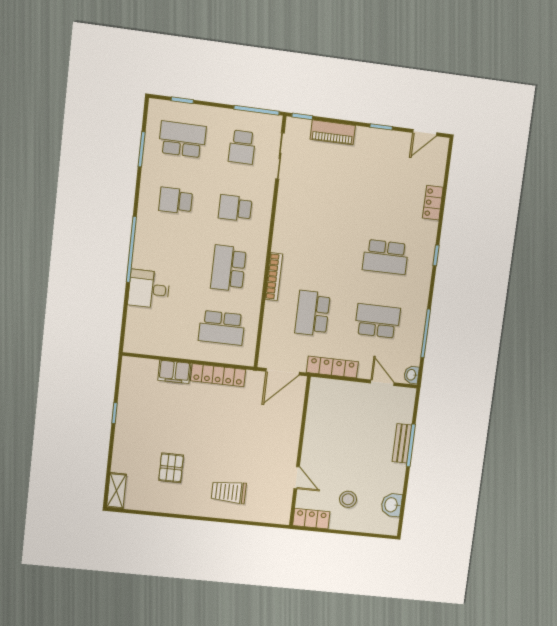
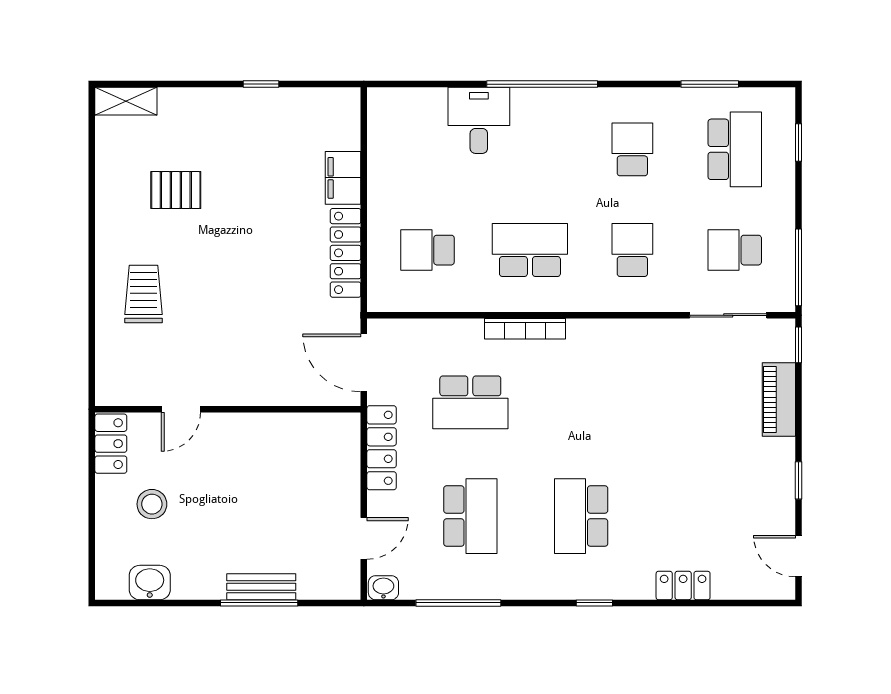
school desk: (313, 313) -> (470, 402), turned 180
school desk: (222, 328) -> (428, 250), width x0.54

